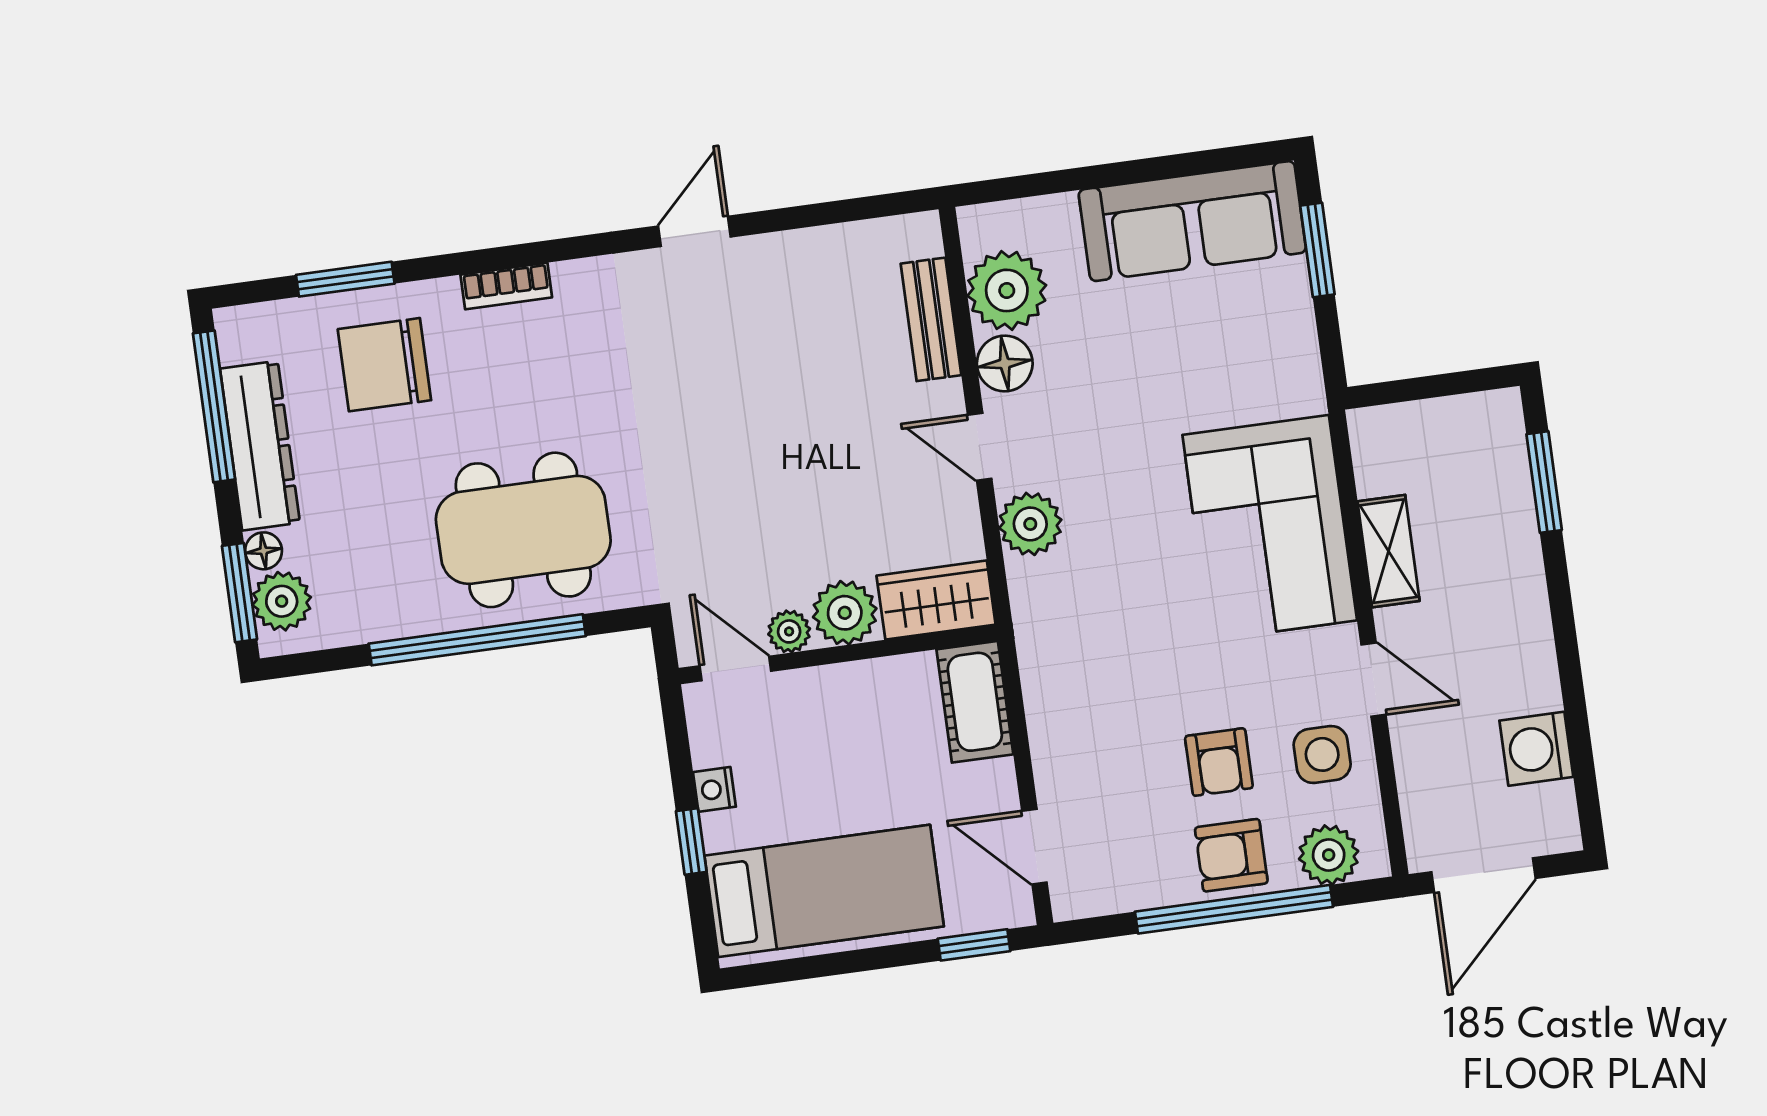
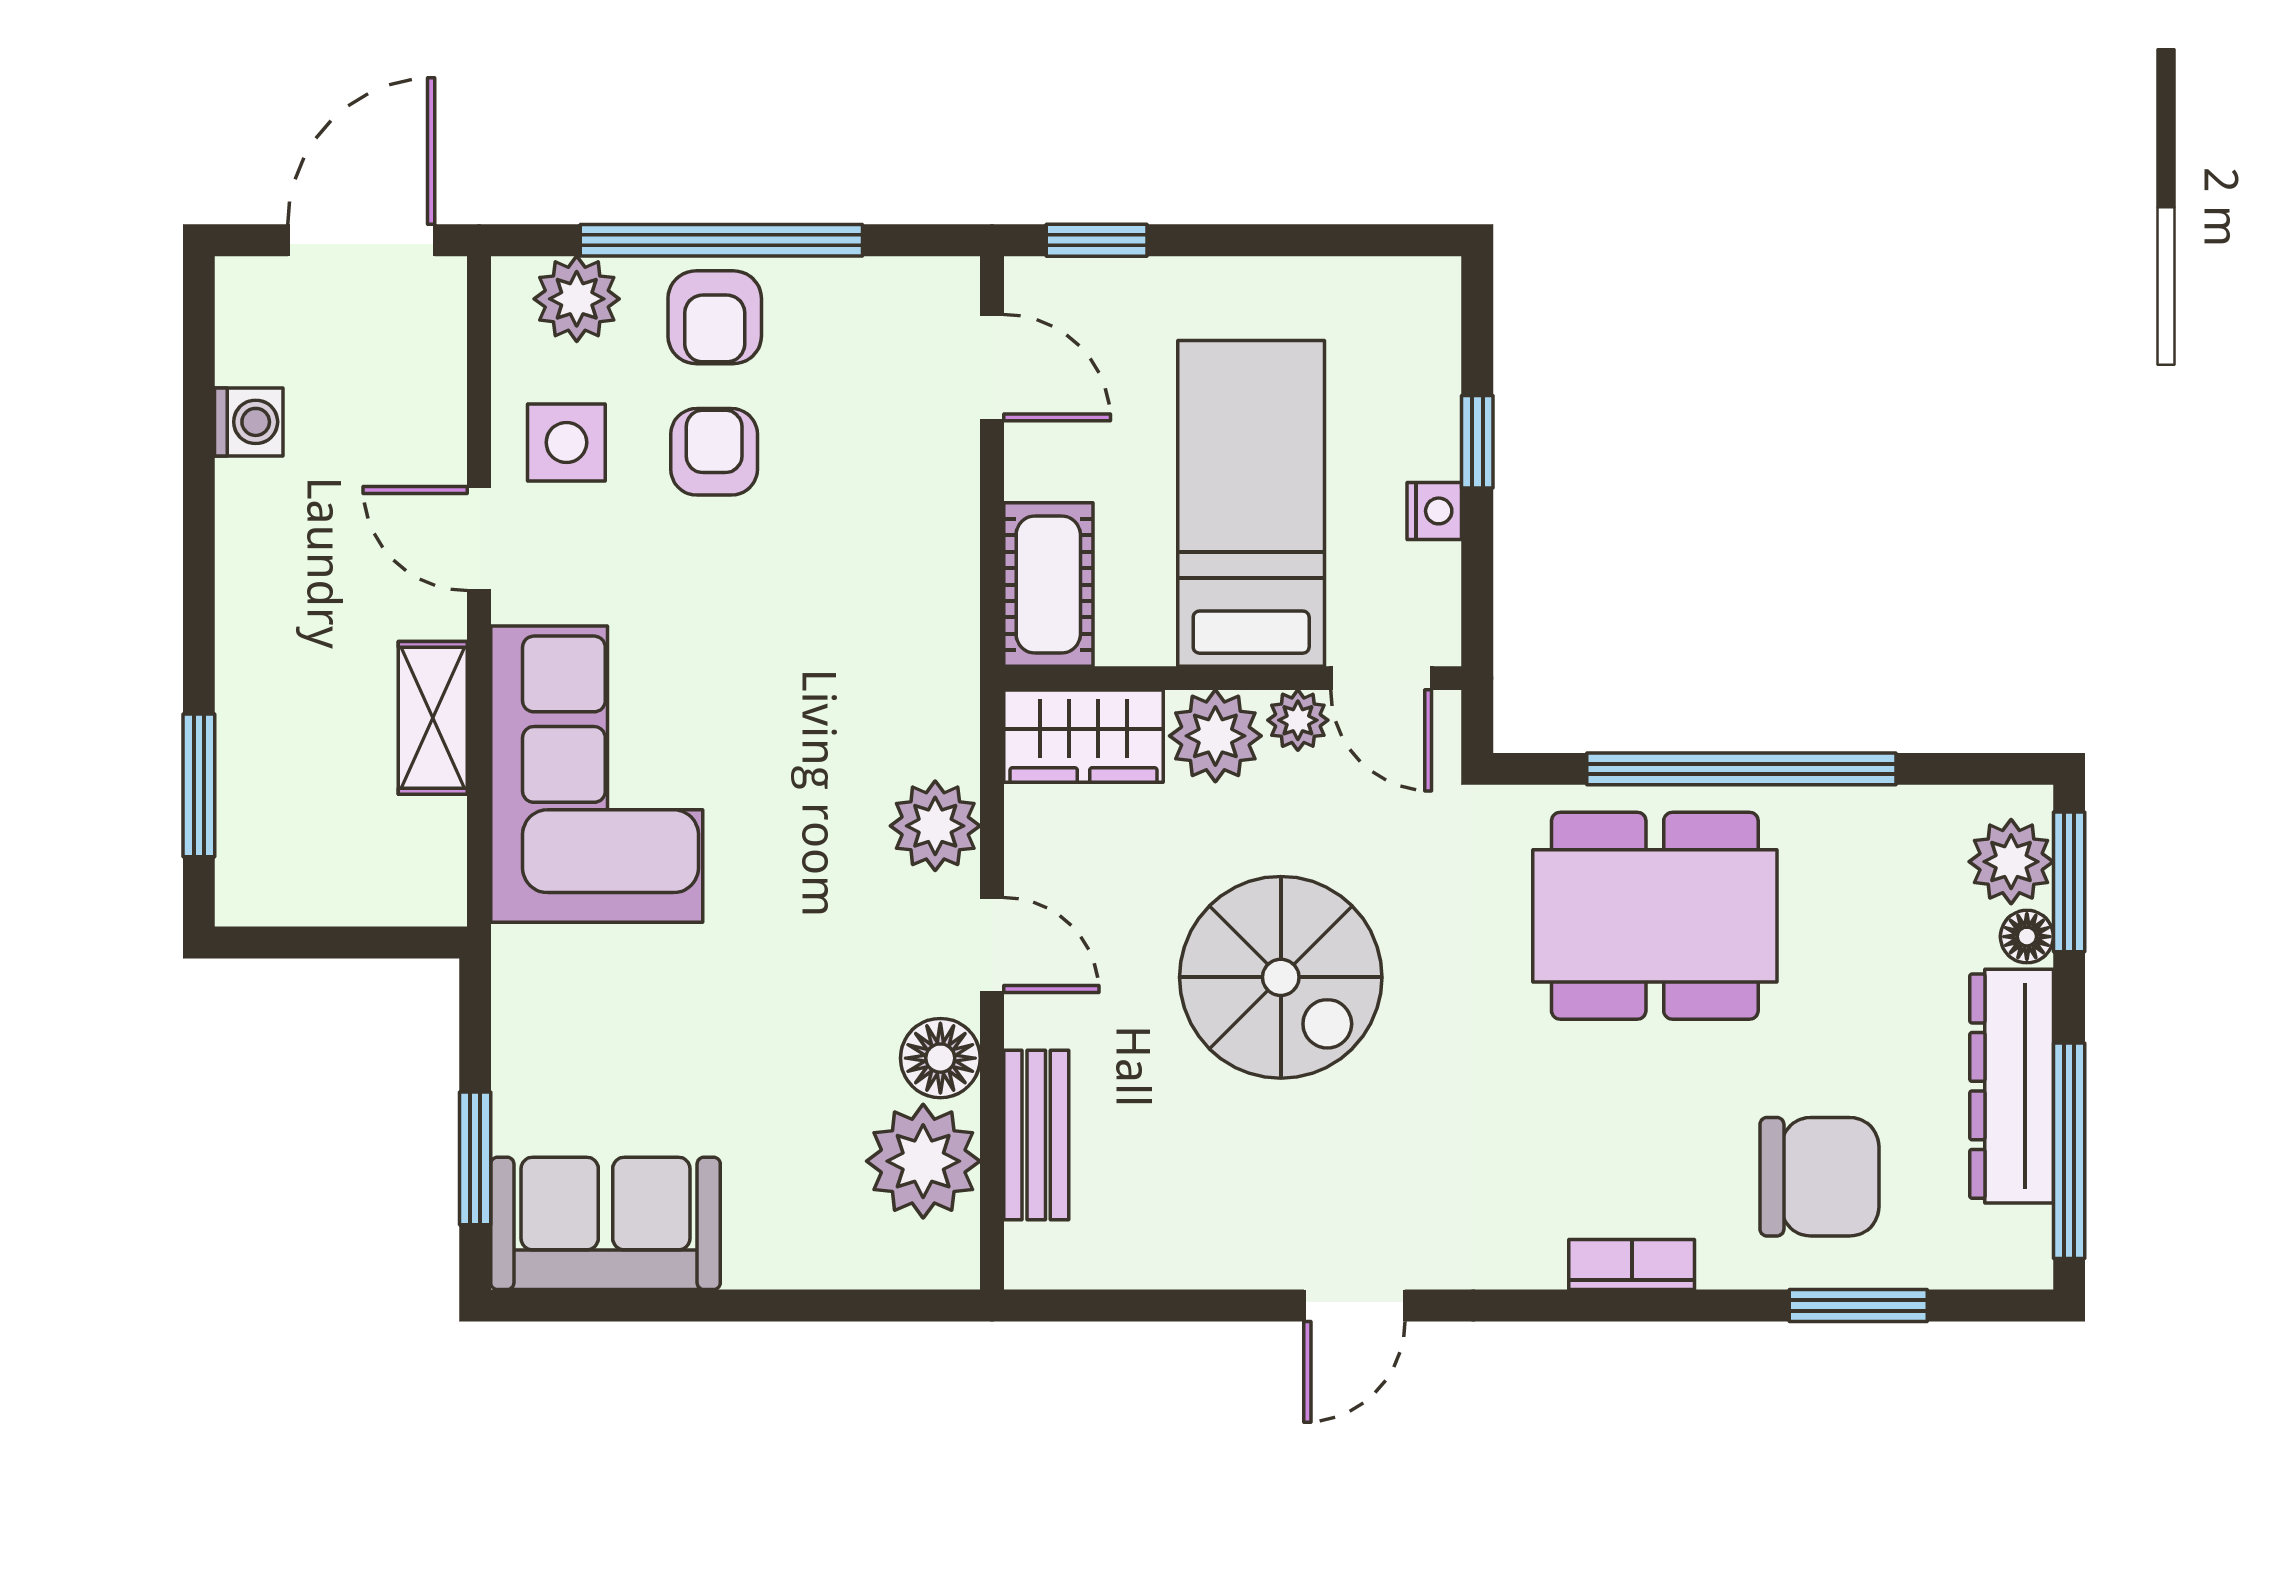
sofa: (1192, 221) -> (606, 1223), width x0.73
spiral stairs: (777, 452) -> (1281, 977), added
washing machine: (1536, 749) -> (249, 422), width x0.73, depth x0.73
armchair: (1231, 855) -> (715, 317), turned 90
bed: (824, 891) -> (1251, 503), moved, turned 90

